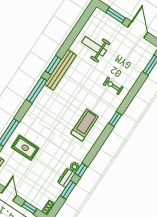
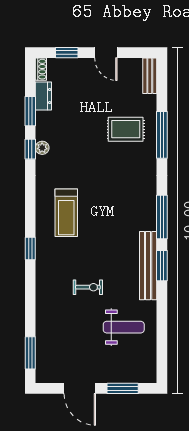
exercise bike: (113, 86) -> (88, 287), moved
dresser: (66, 178) -> (43, 96), moved

